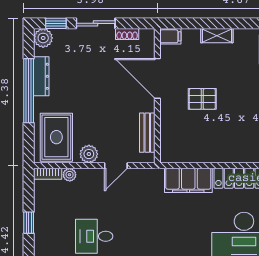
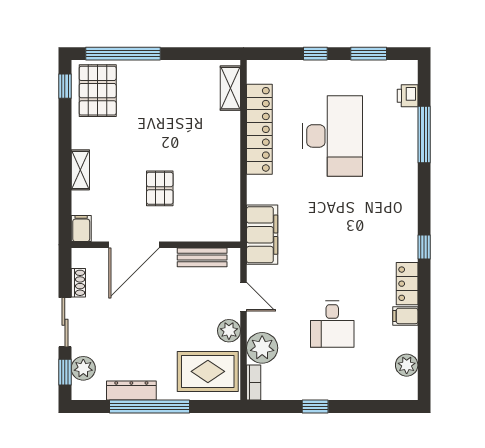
plant: (43, 38) -> (83, 368), moved
plant: (70, 175) -> (262, 348), width x1.88, depth x1.88
filing cabinet: (188, 180) -> (262, 235), moved

